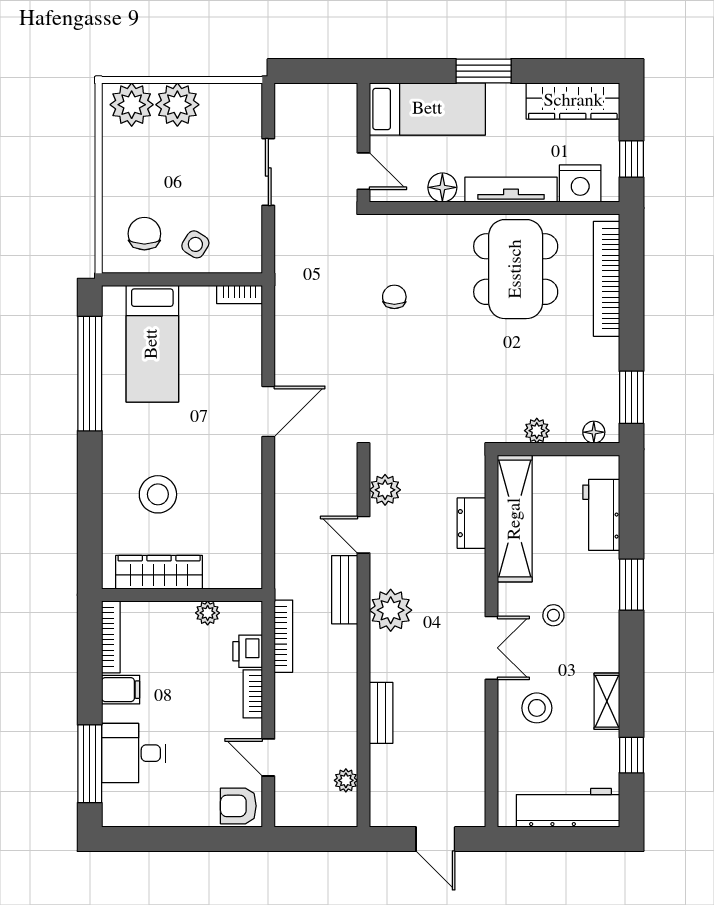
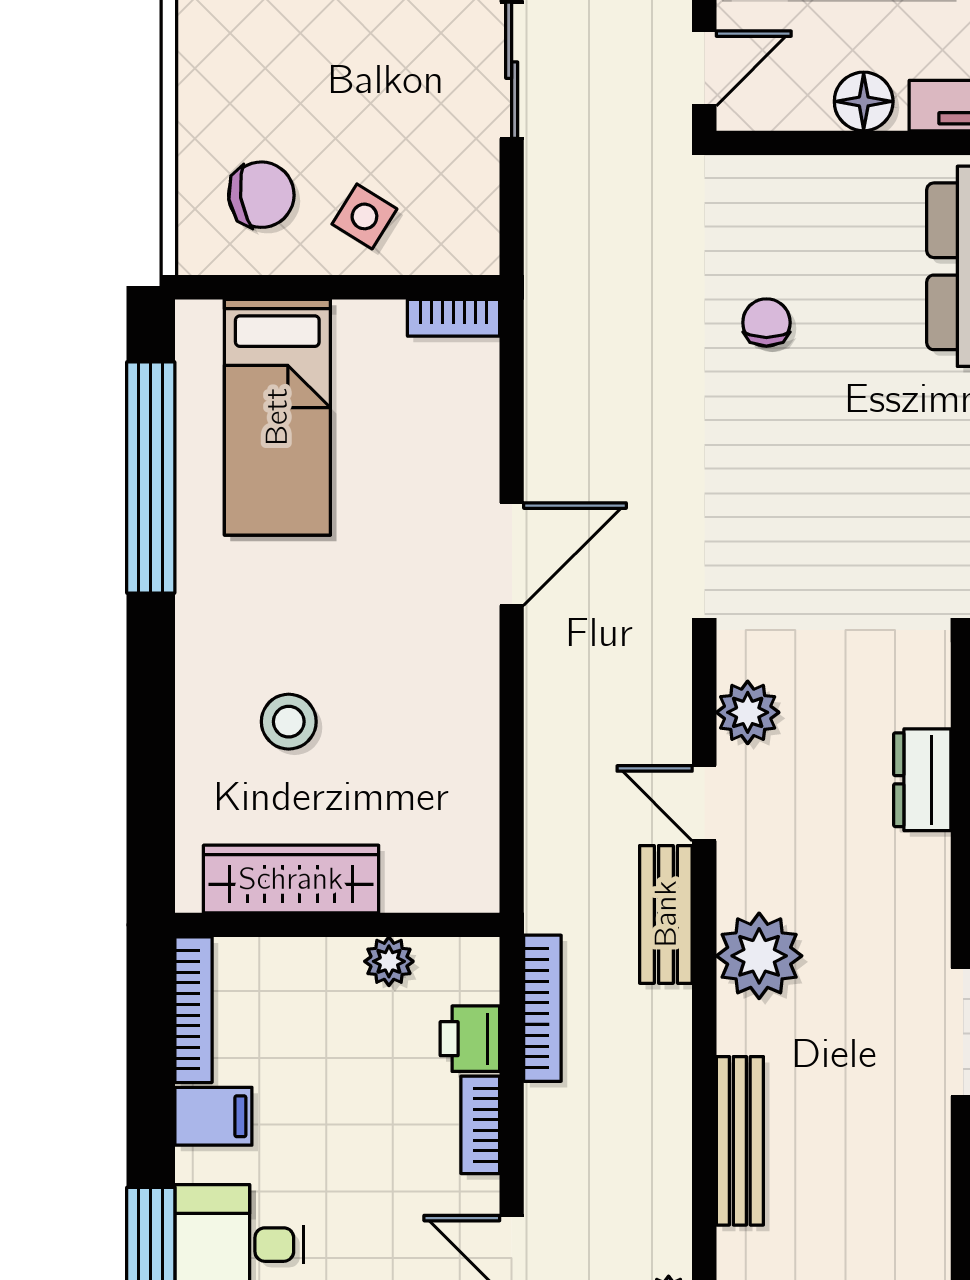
door: (364, 171) -> (704, 68), hinge flipped
chair: (144, 234) -> (261, 195), turned 82
stool: (158, 494) -> (289, 722), width x0.73, depth x0.73
bench: (381, 713) -> (740, 1141), width x1.36

